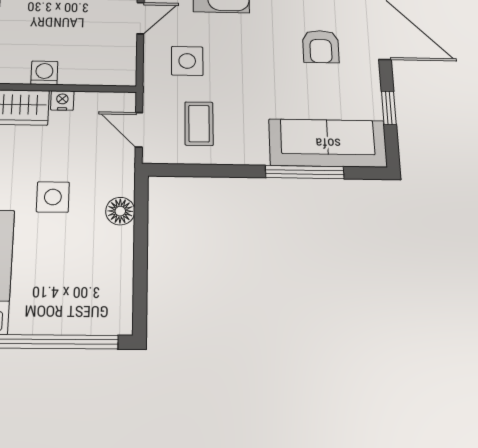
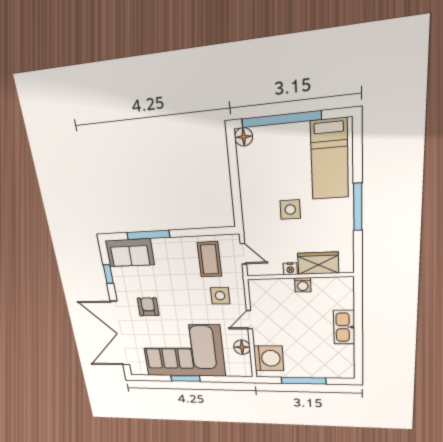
coffee table: (199, 124) -> (209, 259), width x1.36, depth x1.30
sofa: (328, 143) -> (130, 253), width x0.73
floor lamp: (120, 211) -> (244, 137), moved

